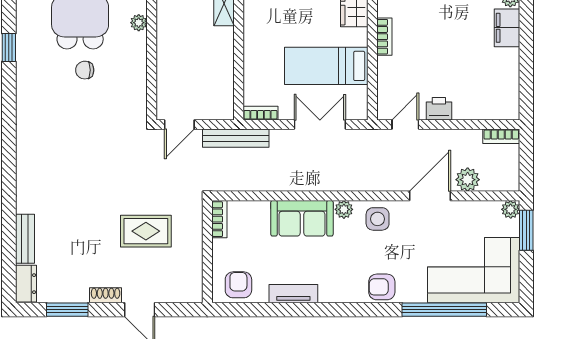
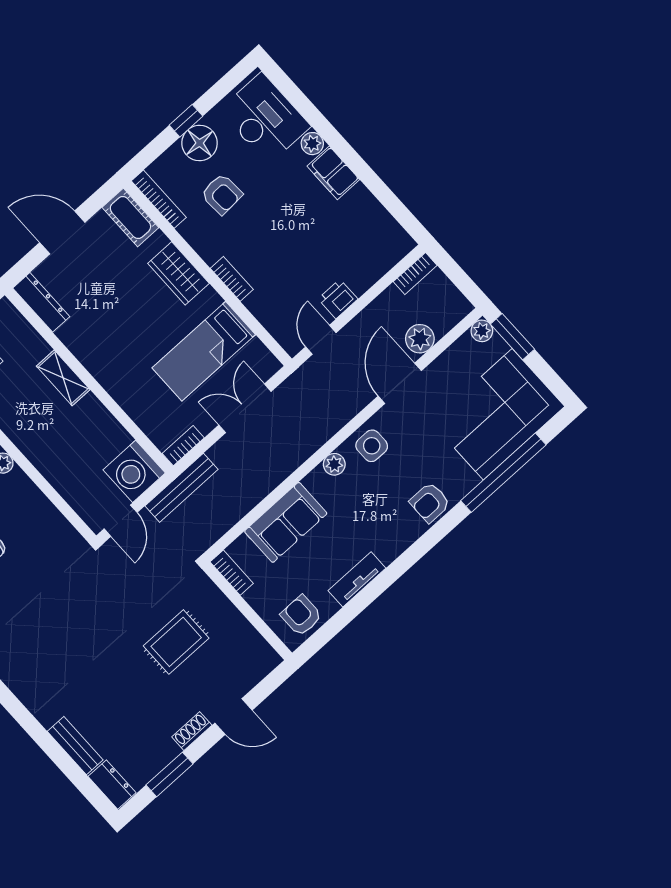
washing machine: (216, 101) -> (134, 471), added
sofa: (302, 218) -> (286, 522), moved

